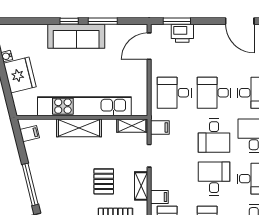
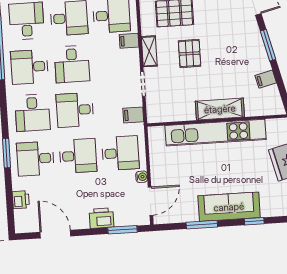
window: (69, 21) -> (254, 221), moved
printer: (182, 33) -> (102, 218), moved
water cooler: (156, 69) -> (142, 177), added
shelving: (132, 126) -> (163, 115), removed
filing cabinet: (30, 134) -> (266, 79), moved
desk: (214, 136) -> (75, 110), turned -90
window: (30, 184) -> (268, 45), width x0.69

